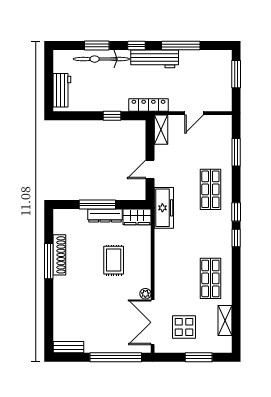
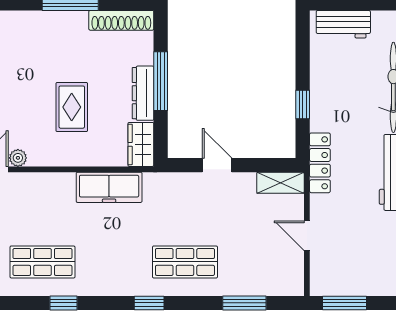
window: (236, 74) -> (344, 303), moved
freezer: (164, 208) -> (109, 187), moved
window: (236, 238) -> (63, 303), moved
shoe rack: (59, 255) -> (121, 20), moved
rug: (114, 260) -> (72, 107), turned 90

